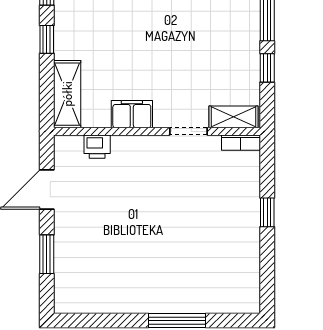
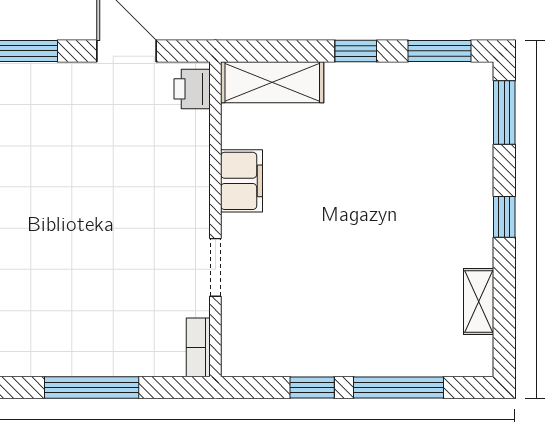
shelving: (233, 117) -> (237, 336), removed
printer: (97, 147) -> (192, 89), moved
window: (267, 212) -> (92, 388), width x2.17

